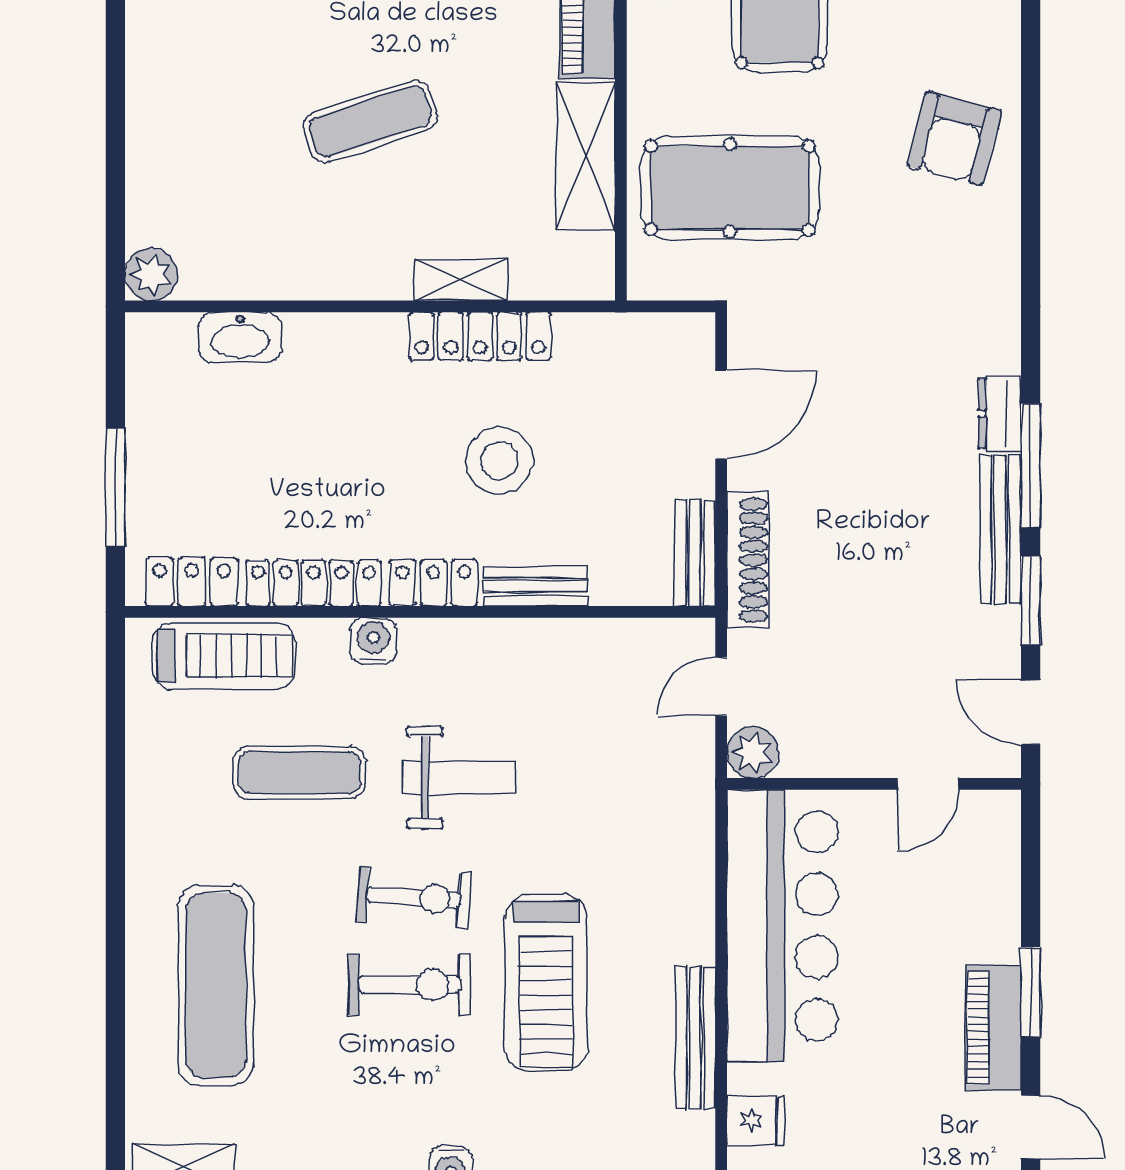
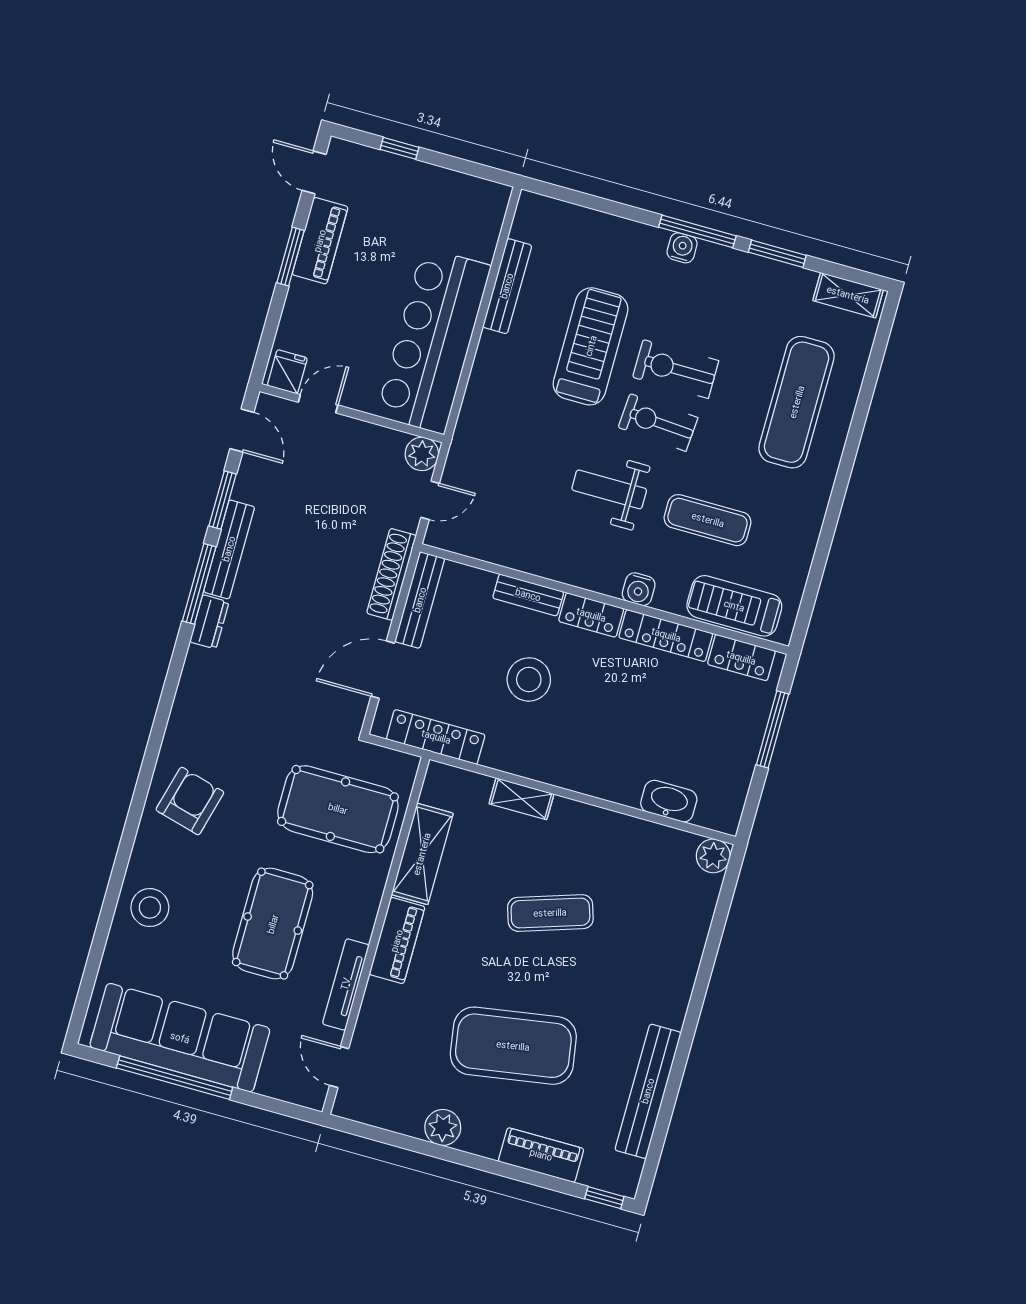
locker: (480, 336) -> (436, 737), moved
bench: (695, 553) -> (420, 600), width x1.36
fridge: (756, 1120) -> (287, 372), moved, turned 90

